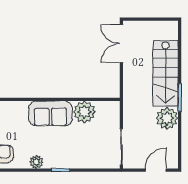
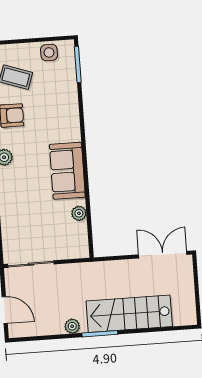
plant: (84, 112) -> (79, 213), width x0.53, depth x0.53
plant: (167, 118) -> (72, 326), width x0.53, depth x0.53

